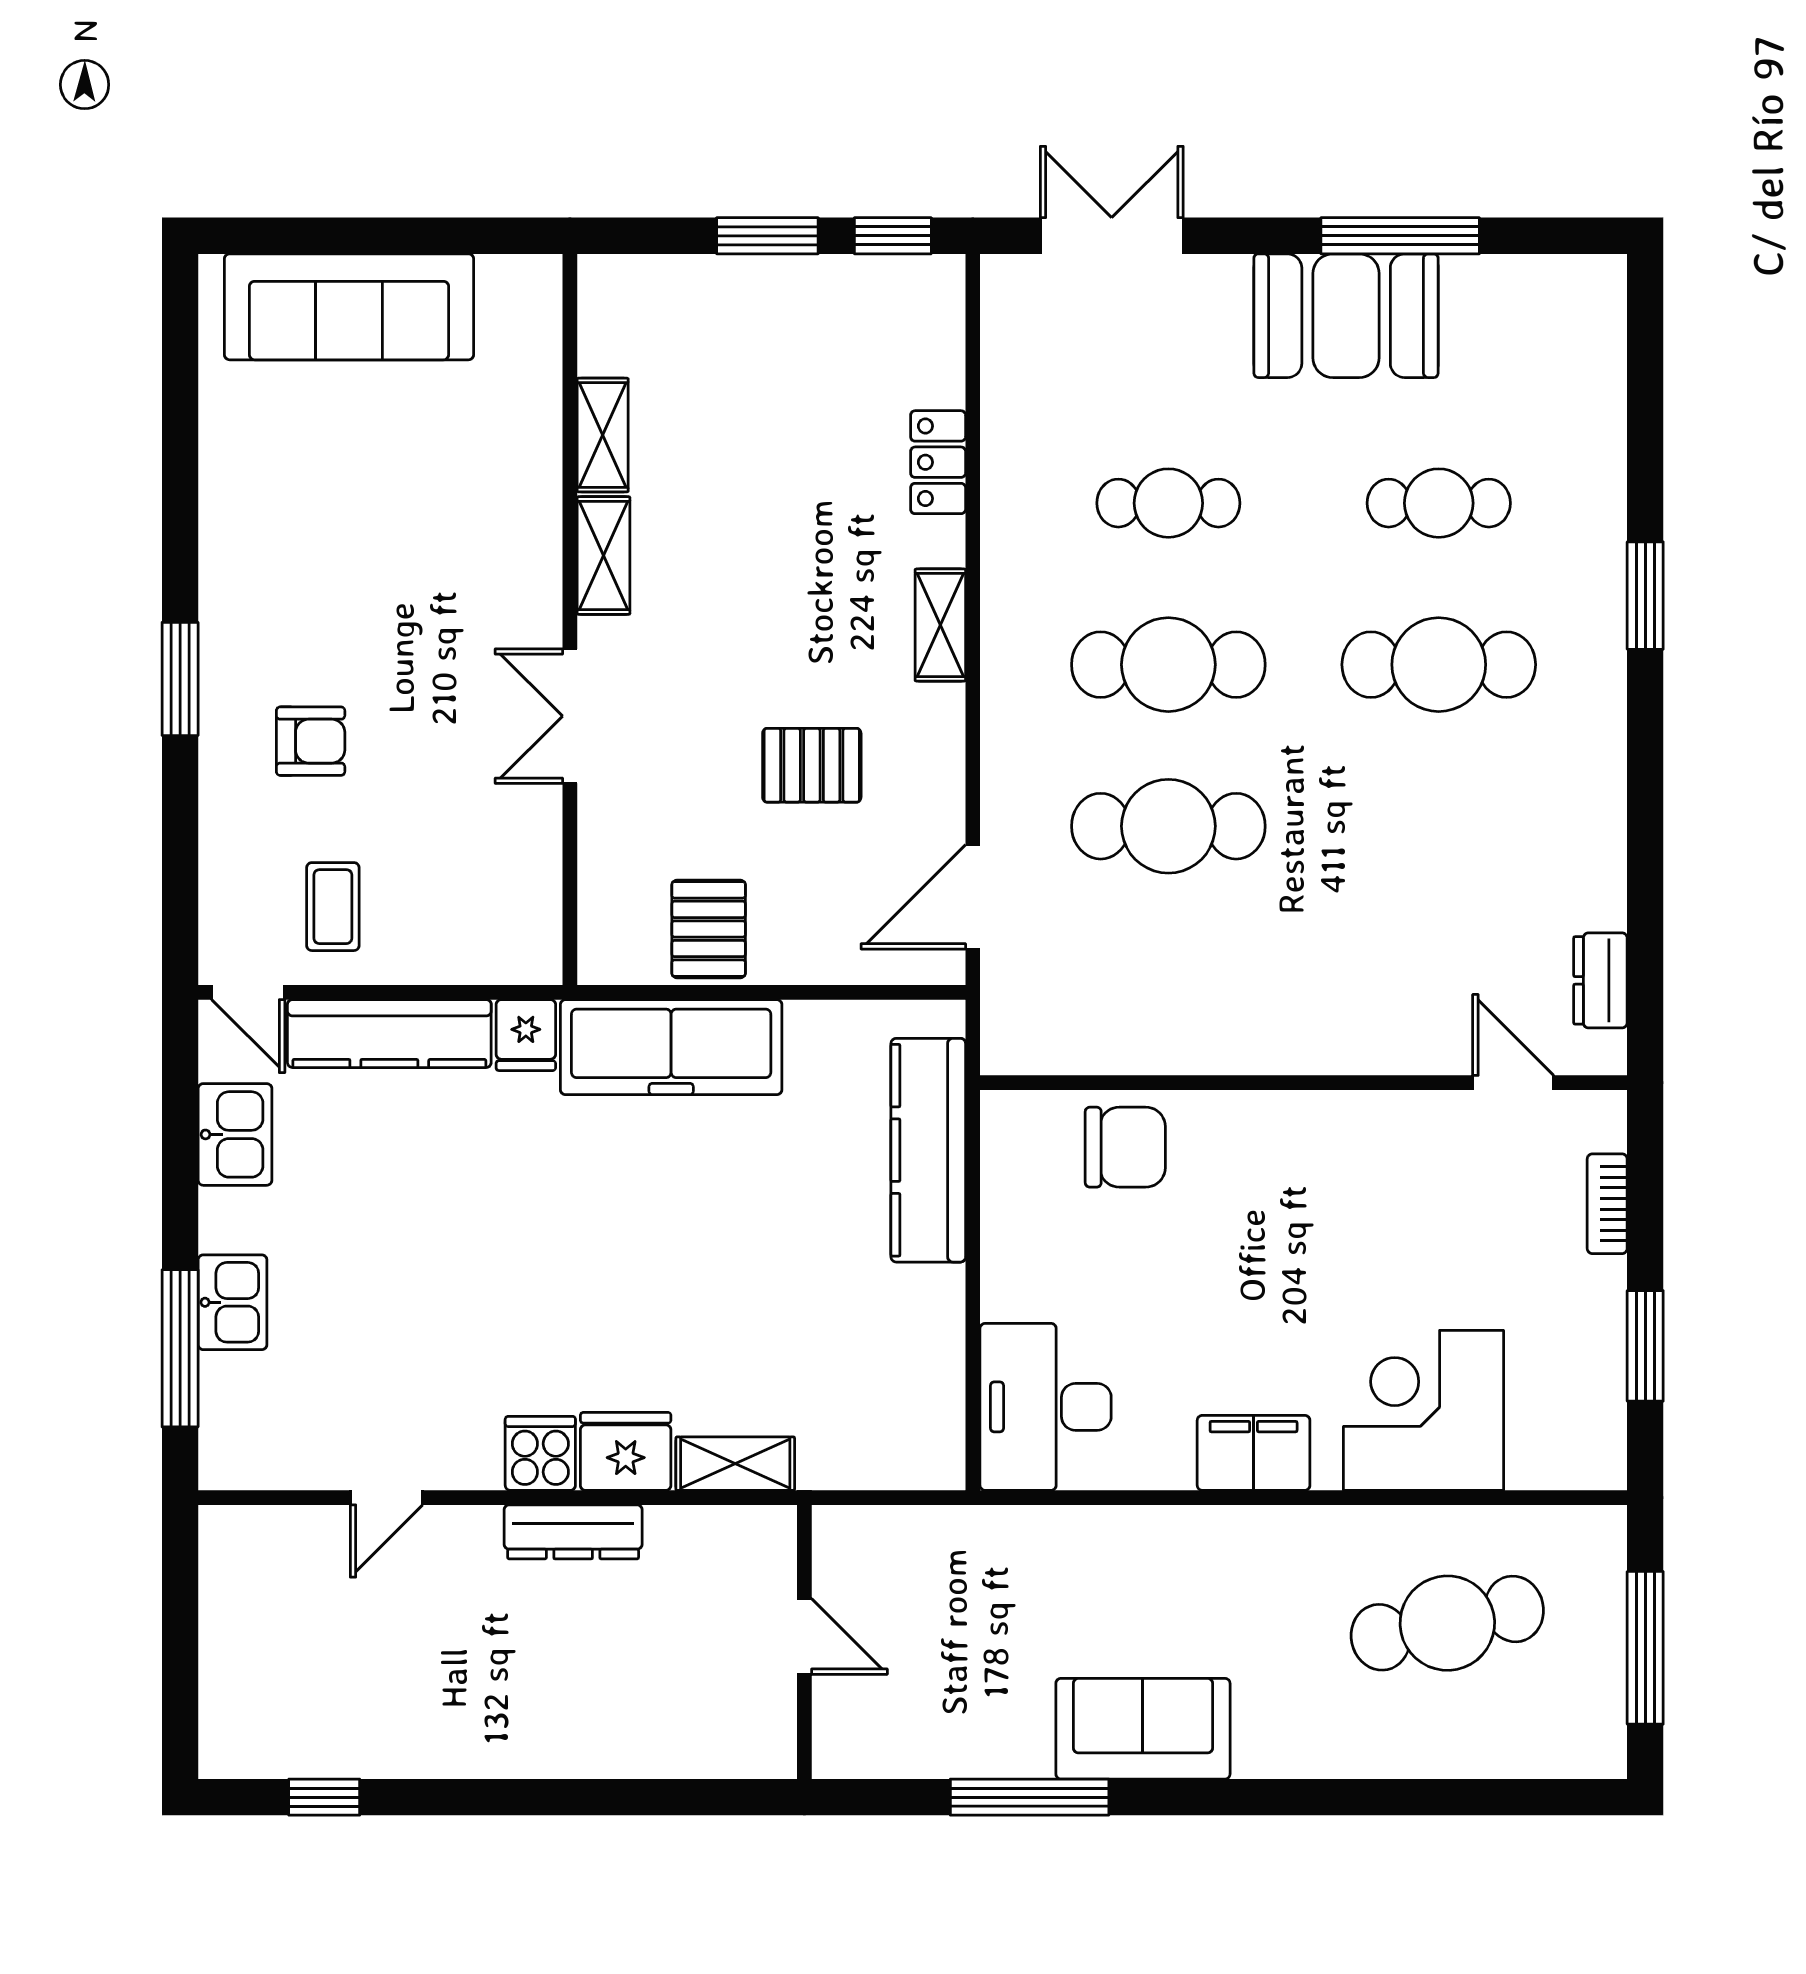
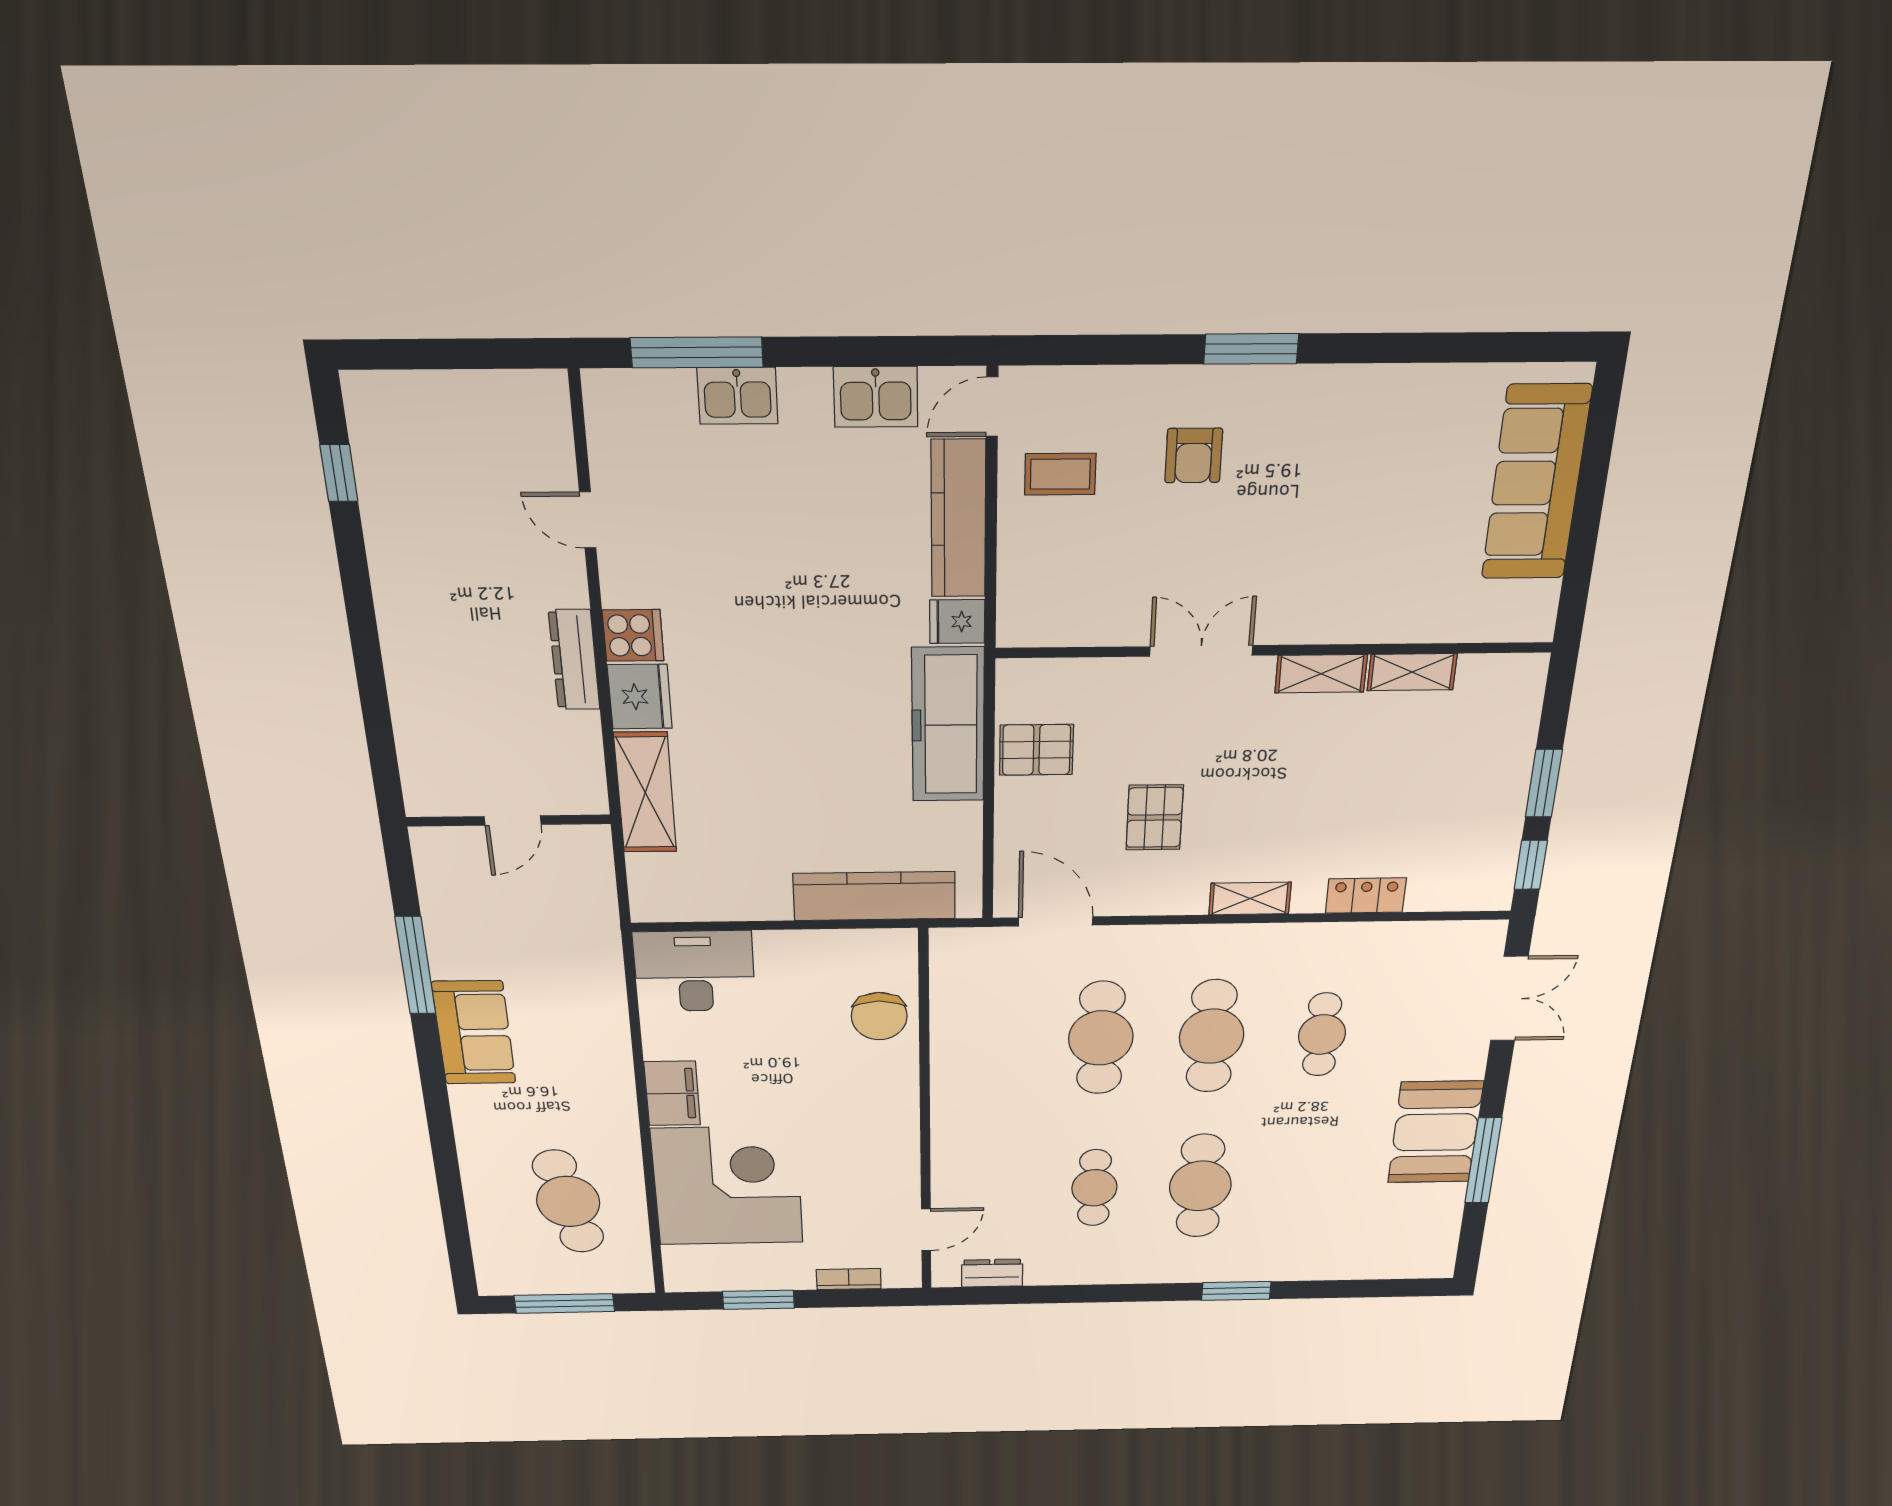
cafe table: (1439, 503) -> (1094, 1188), moved
corner desk: (1424, 1410) -> (728, 1186), width x1.36, depth x1.36
shelving: (735, 1464) -> (645, 793), width x1.50, depth x1.33

